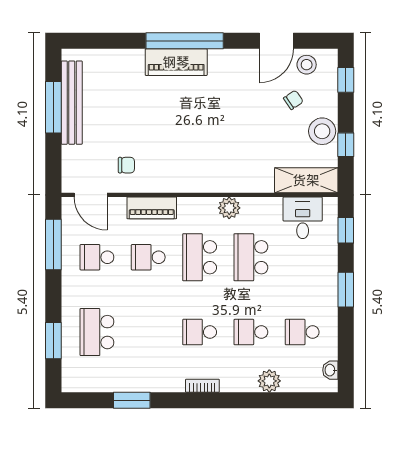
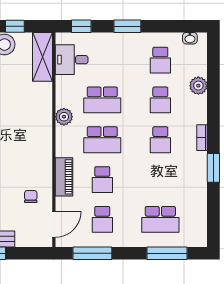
window: (53, 341) -> (167, 253), width x1.44
window: (132, 400) -> (213, 168), moved

